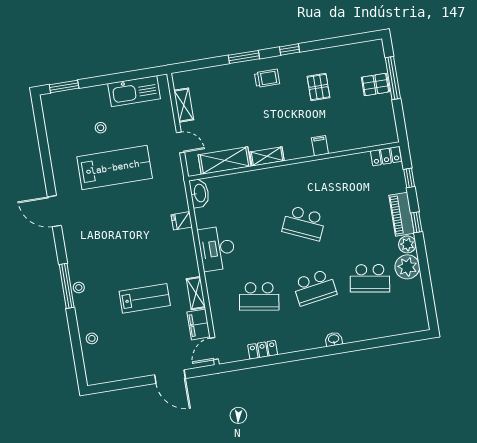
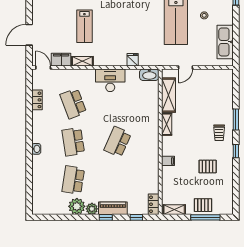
pallet: (375, 85) -> (203, 205), turned 90
shelving: (184, 105) -> (174, 210), moved
school desk: (259, 296) -> (73, 103), turned -30

